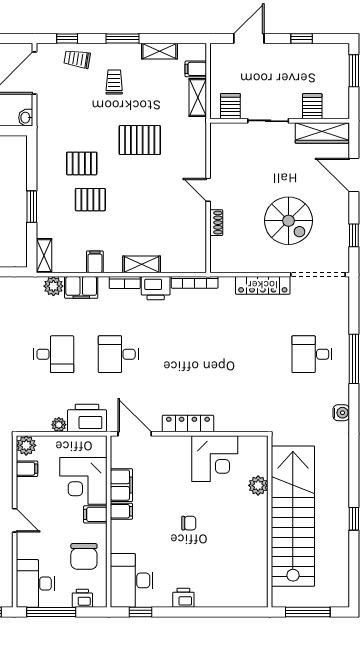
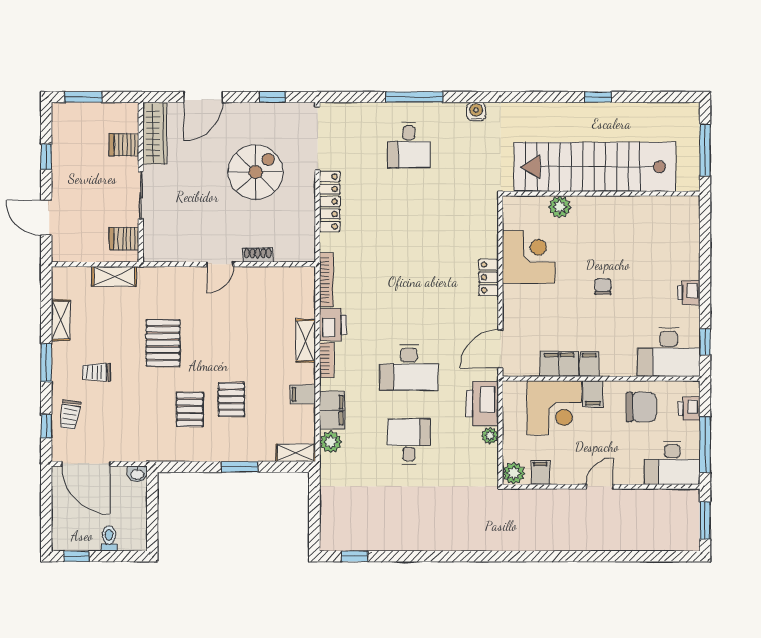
filing cabinet: (196, 69) -> (81, 279), removed
desk: (118, 354) -> (409, 368), width x1.37
locker: (188, 424) -> (489, 277), width x0.66

